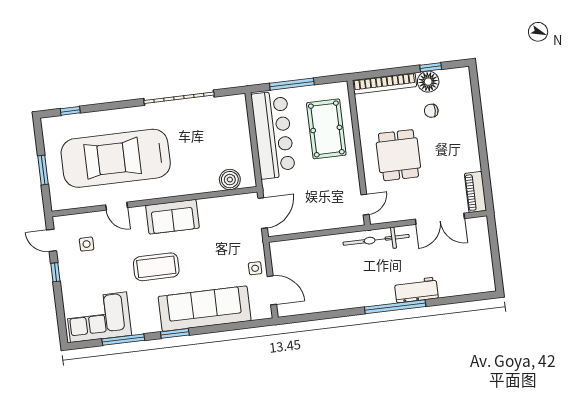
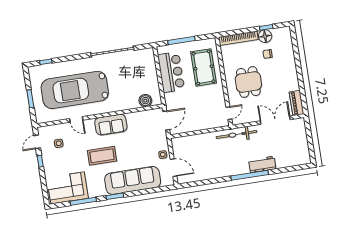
bar counter: (273, 135) -> (171, 72), width x0.73
double door: (440, 219) -> (275, 120), swing flipped
door: (52, 240) -> (37, 142), hinge flipped

